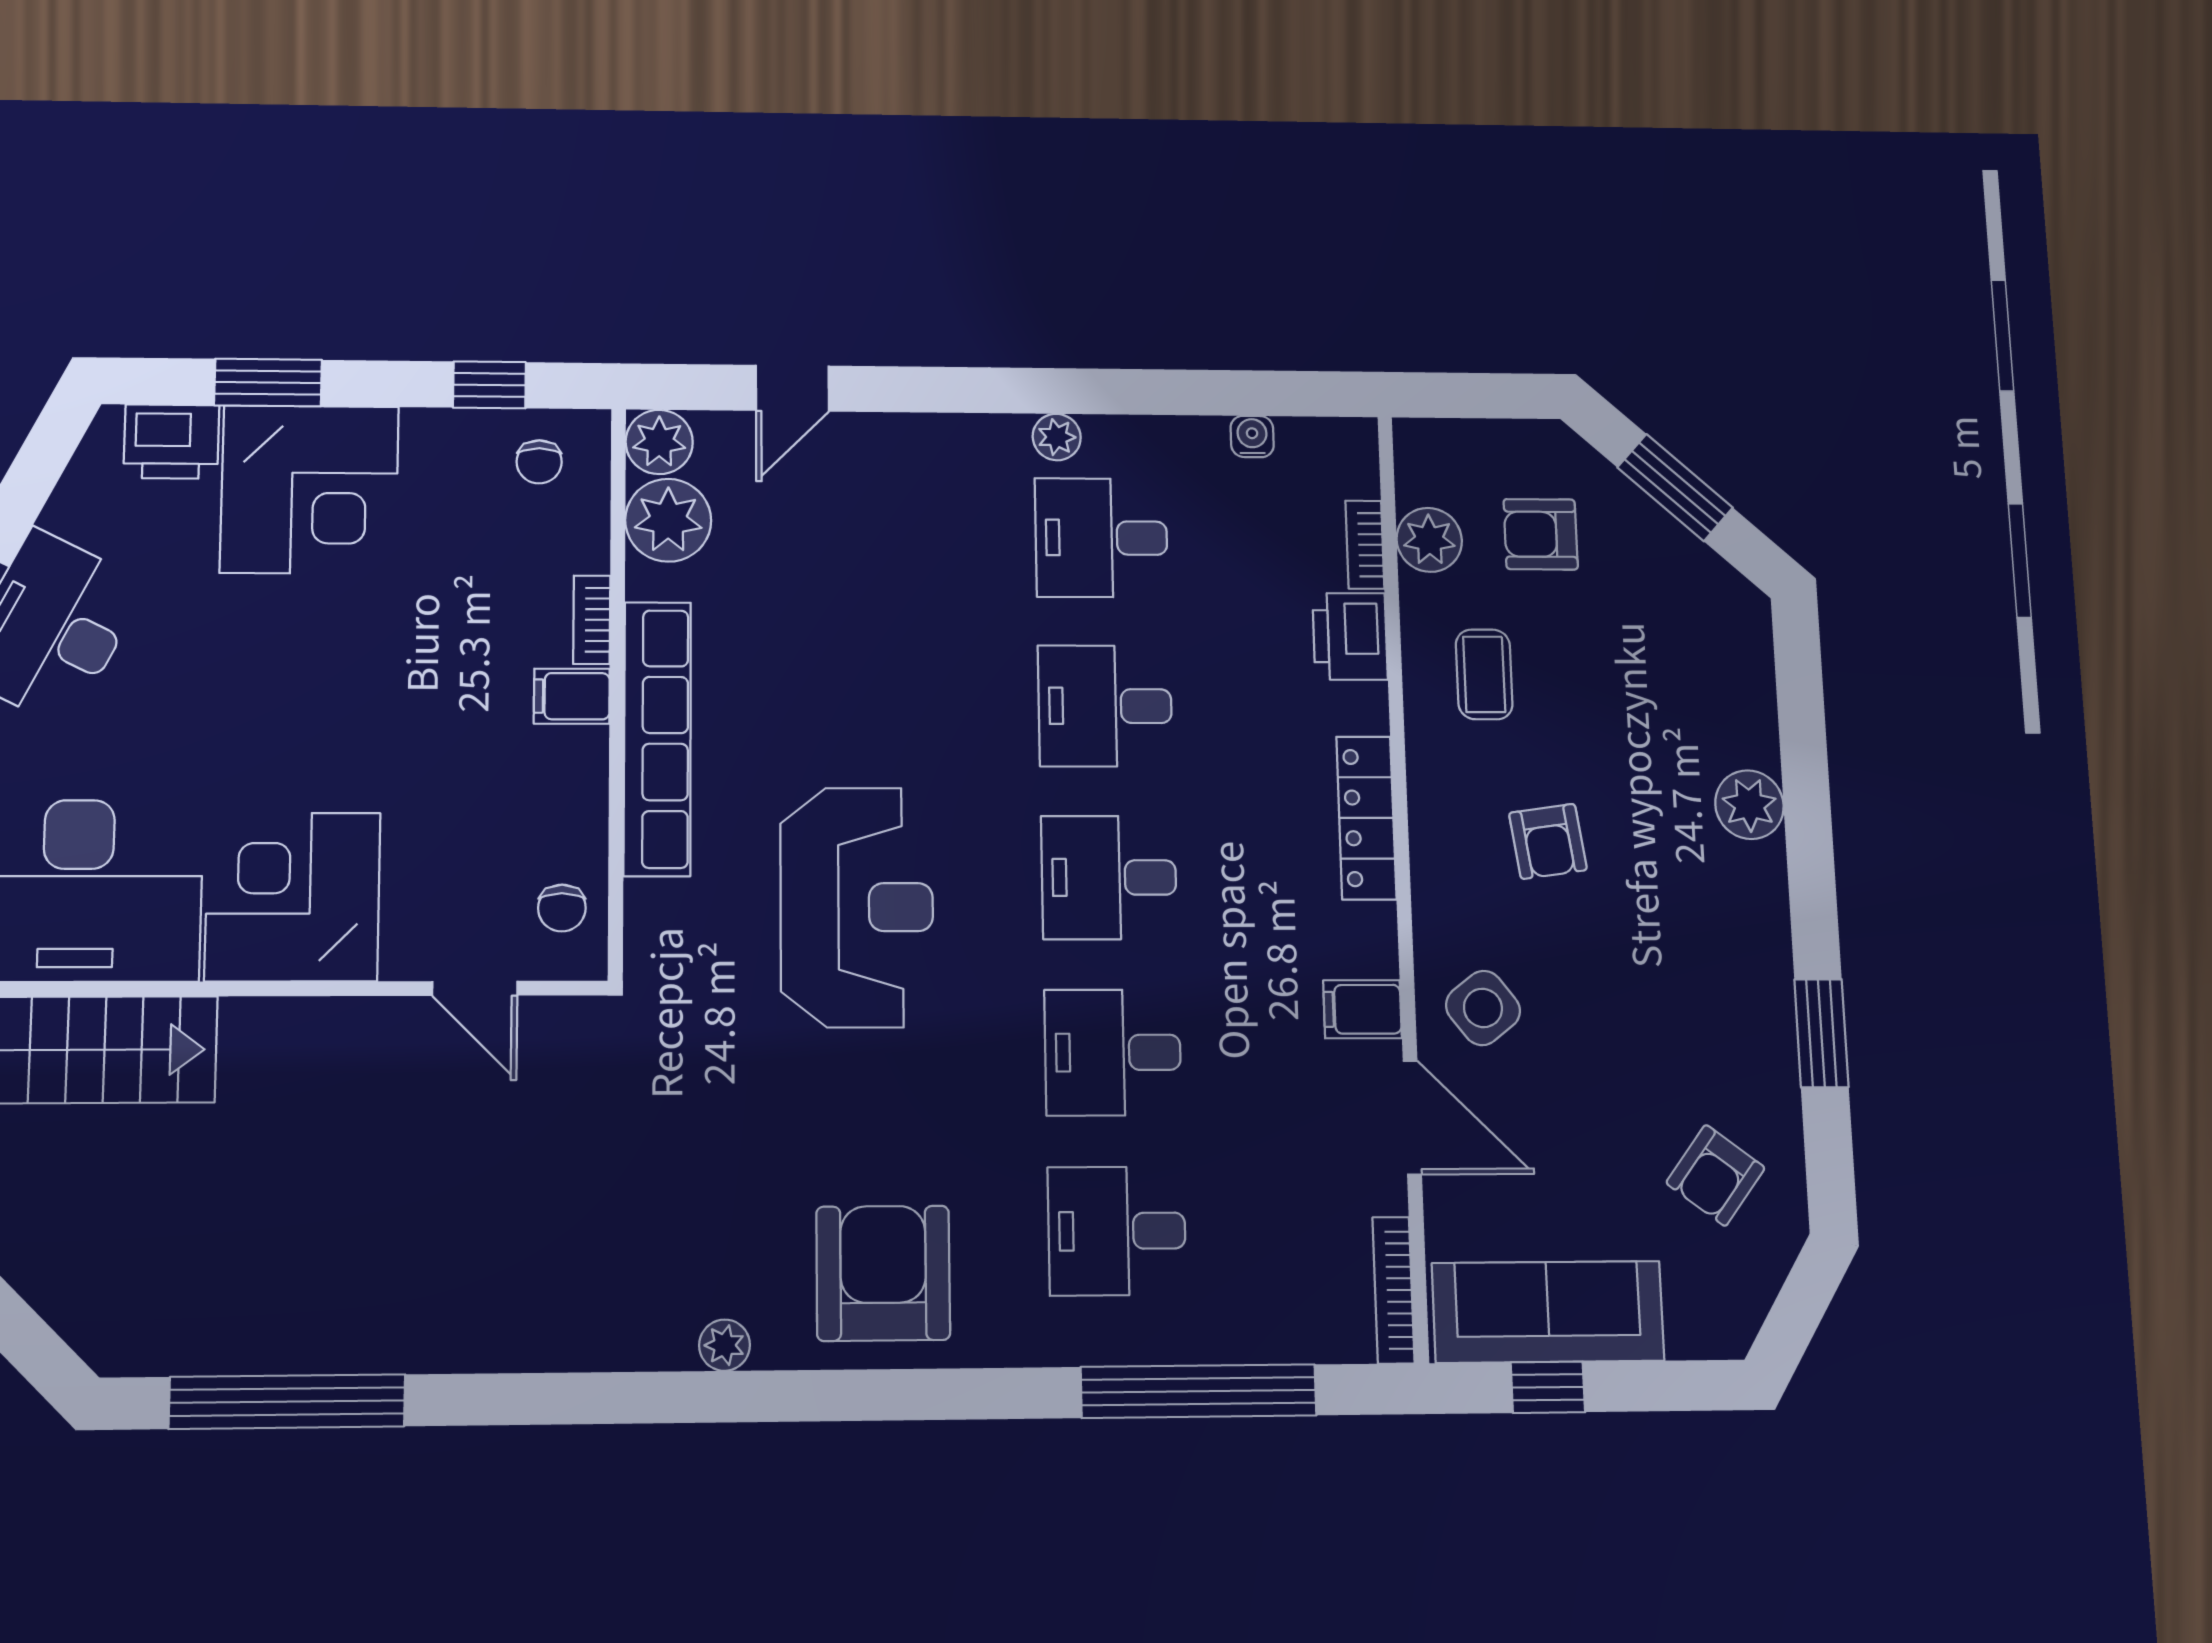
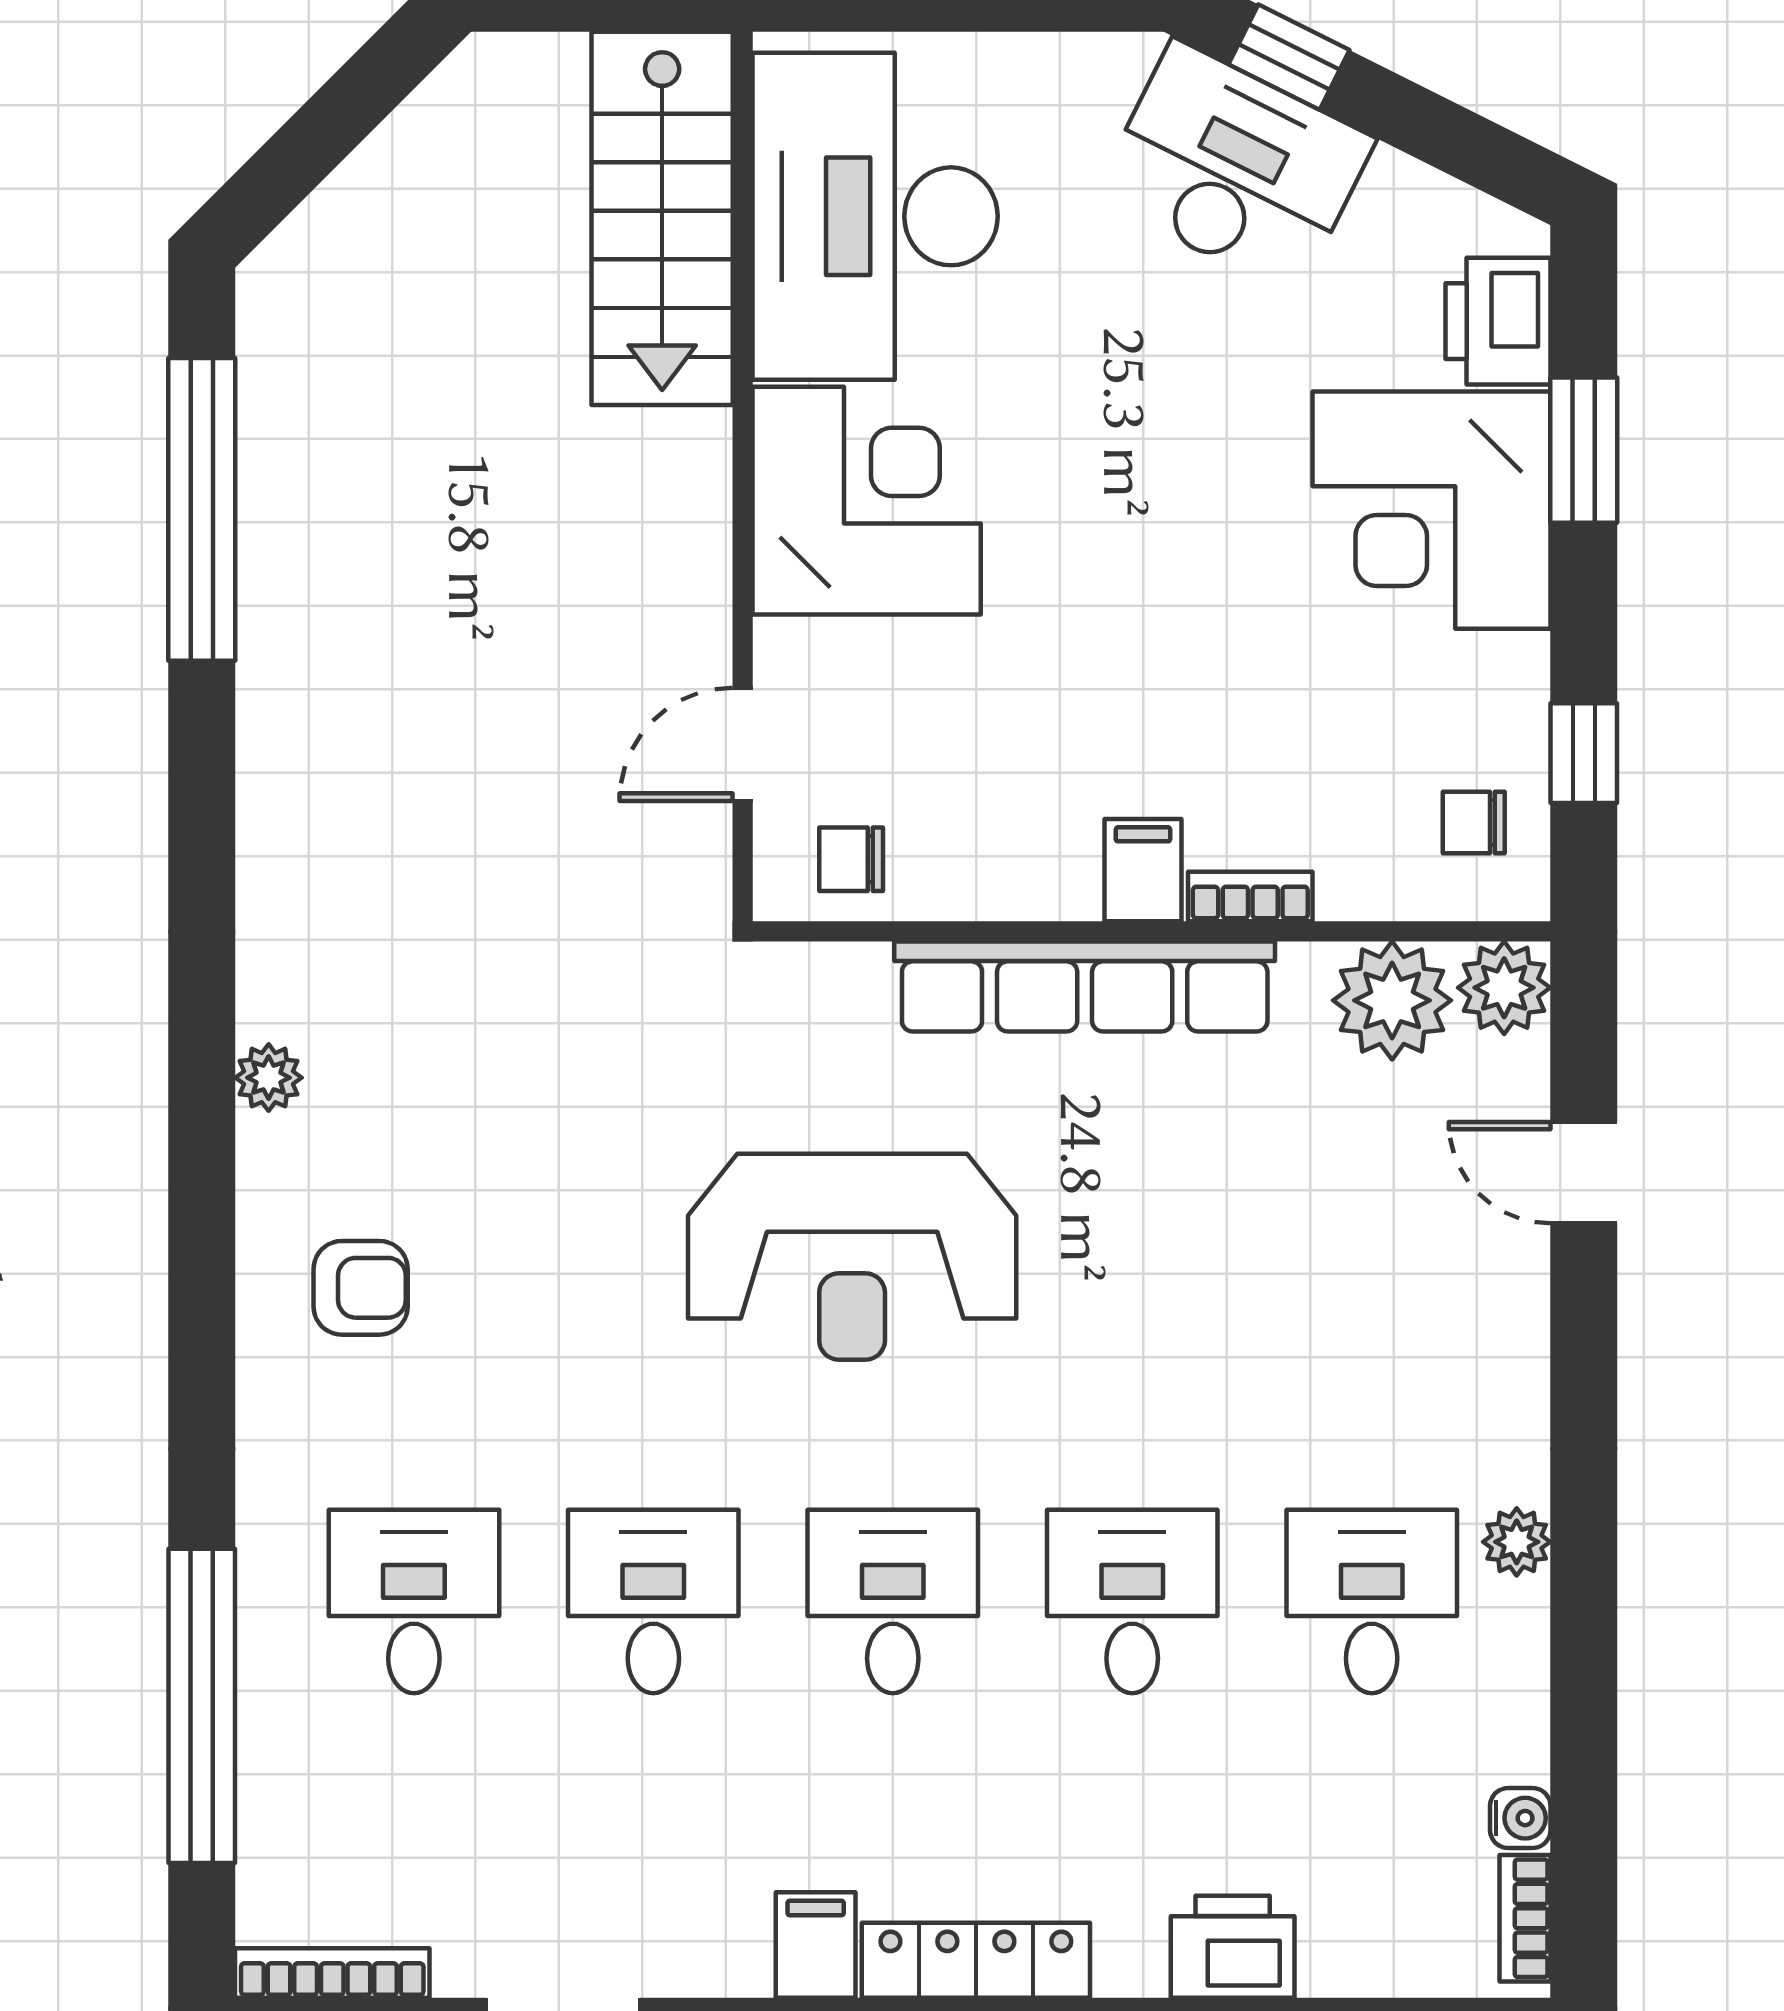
bookcase: (1365, 545) -> (1525, 1918), moved, turned -90
filing cabinet: (1362, 1009) -> (816, 1945), moved
armchair: (883, 1273) -> (361, 1288), width x0.53, depth x0.53

